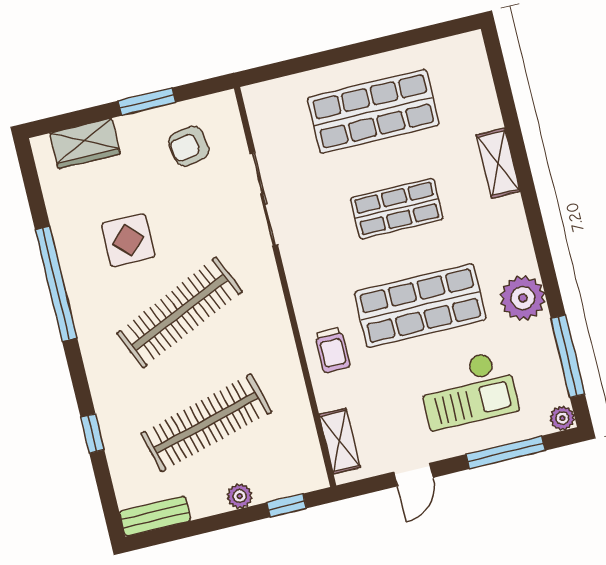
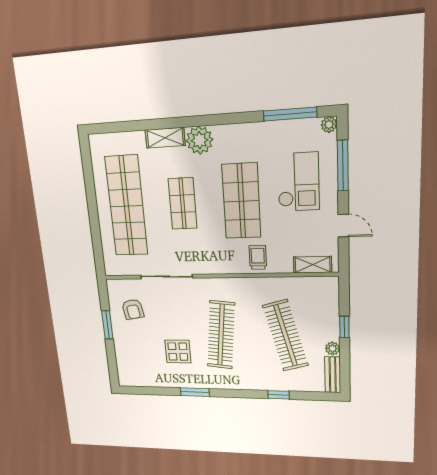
shop shelf: (373, 111) -> (126, 206), width x1.40
wardrobe: (85, 144) -> (125, 360), removed
window: (56, 284) -> (195, 392), width x0.47
plant: (523, 298) -> (200, 140), moved
clothes rail: (180, 313) -> (221, 335), turned 30
trolley: (332, 350) -> (258, 257), turned -90
plant: (240, 496) -> (333, 348), moved
window: (287, 505) -> (344, 327), moved

